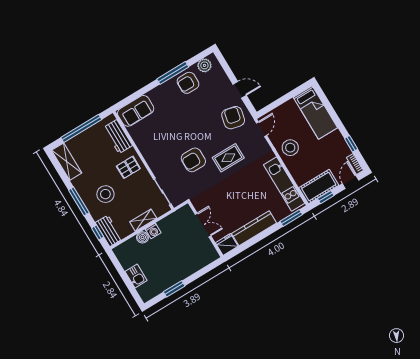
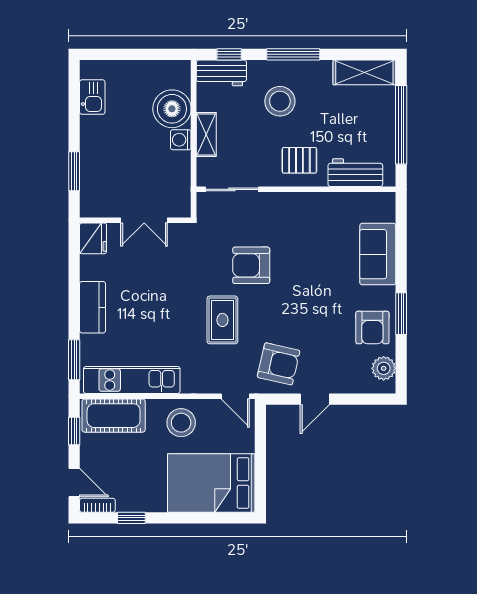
window: (173, 73) -> (401, 314), width x0.69
armchair: (188, 83) -> (372, 328), turned 180
sofa: (136, 111) -> (378, 254), moved
bed: (315, 112) -> (211, 483), width x1.50
armchair: (193, 160) -> (251, 265), turned -90
pallet: (128, 167) -> (299, 160), turned 90
cot: (319, 186) -> (114, 416), moved, turned 90
kitchen counter: (254, 228) -> (93, 307), width x0.67
boiler: (142, 237) -> (172, 109), width x1.86, depth x1.86
kitchen sink: (136, 276) -> (92, 97), moved, turned -90
window: (174, 289) -> (74, 171), moved

